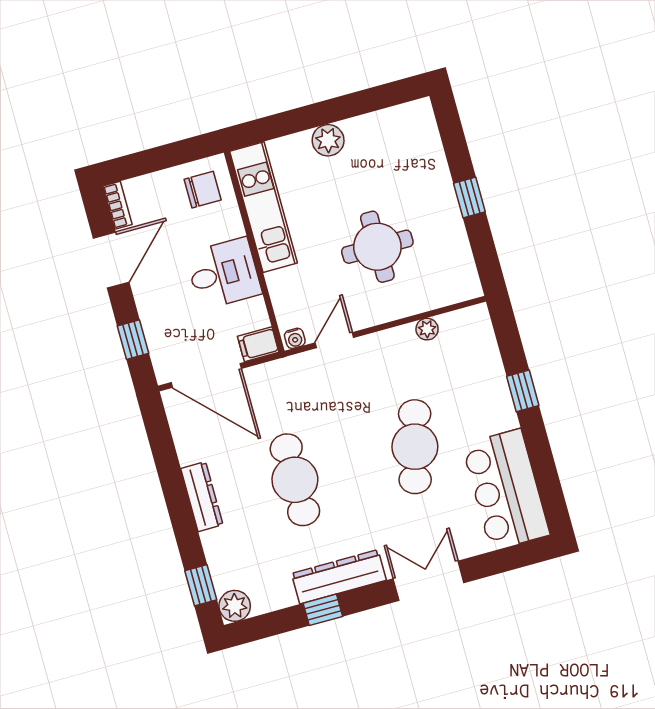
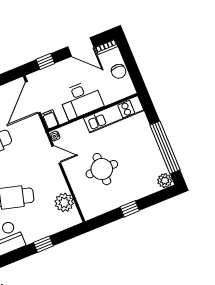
window: (348, 106) -> (165, 147), added
plant: (328, 140) -> (165, 181), moved
chair: (203, 190) -> (119, 71), moved
desk: (224, 274) -> (81, 100), width x1.37
plant: (427, 329) -> (64, 202), width x1.88, depth x1.88

